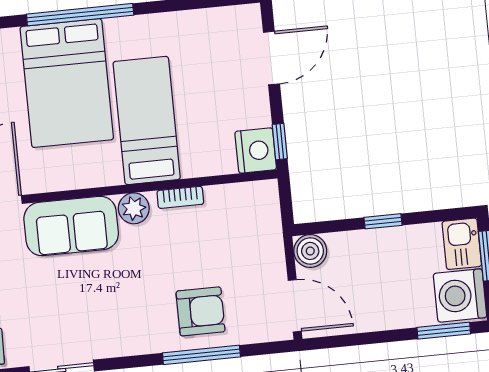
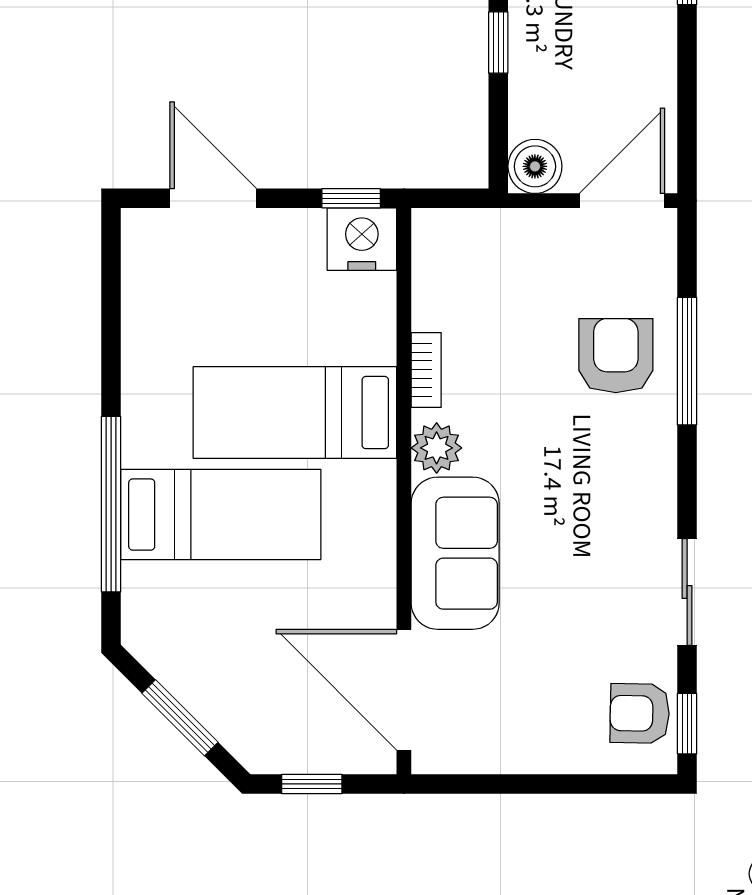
bed: (67, 83) -> (221, 515), width x0.67

